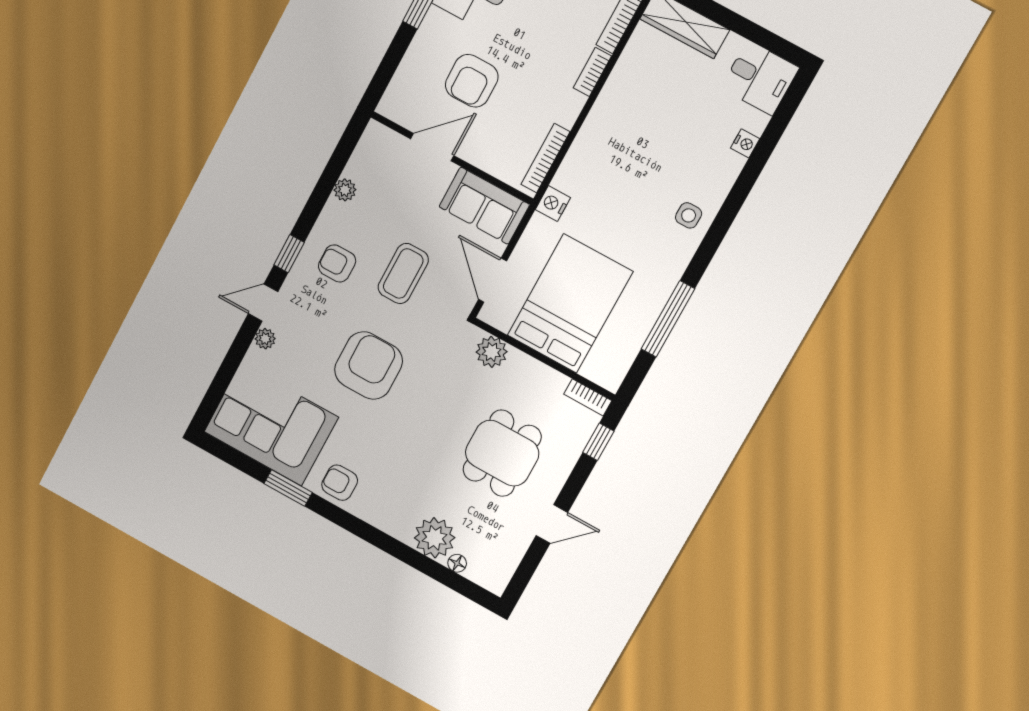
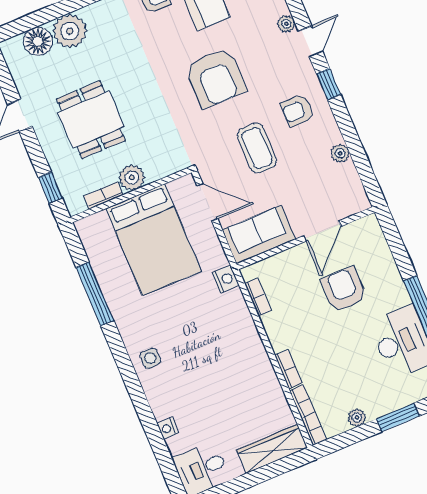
bookcase: (545, 158) -> (258, 297), width x0.64
armchair: (337, 263) -> (297, 110), turned 180
plant: (492, 352) -> (132, 178), moved
bookcase: (588, 397) -> (103, 195), moved
floor lamp: (457, 563) -> (38, 41), width x1.89, depth x1.89

